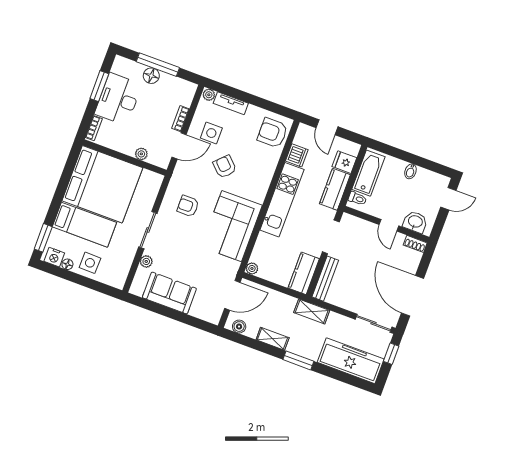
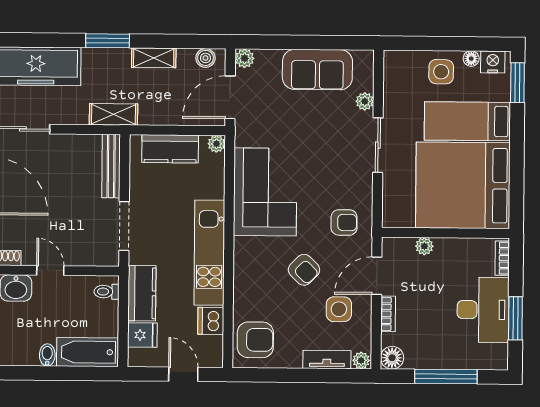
floor lamp: (151, 76) -> (392, 358), moved
bathtub: (368, 173) -> (88, 352), moved, turned 90
armchair: (188, 206) -> (344, 222), moved
kitchen counter: (304, 273) -> (170, 149), moved, turned 90
plant: (214, 317) -> (245, 58), added

